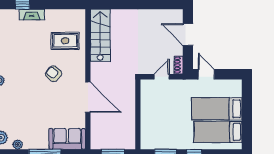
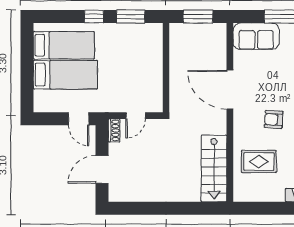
door: (188, 35) -> (102, 169), swing flipped
armchair: (54, 74) -> (274, 119), turned 144

